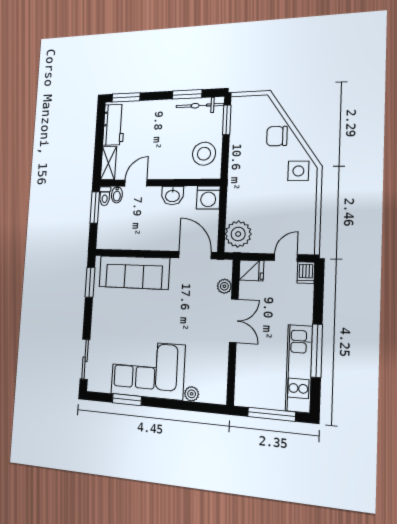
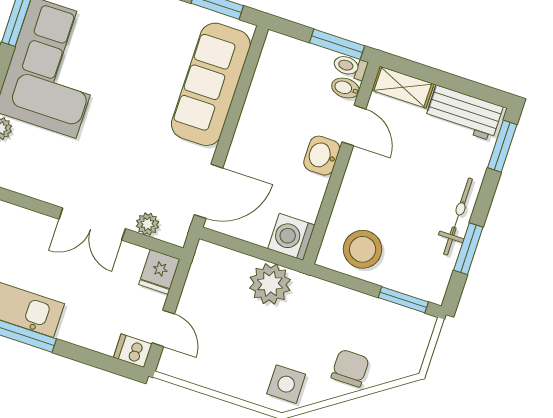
bicycle: (200, 105) -> (458, 217), moved
washbasin: (172, 195) -> (322, 156), moved
plant: (238, 234) -> (270, 284), moved

